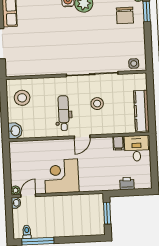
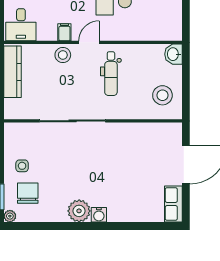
side table: (134, 63) -> (22, 166), moved
stool: (97, 104) -> (63, 55), moved
filing cabinet: (118, 143) -> (64, 32), moved

